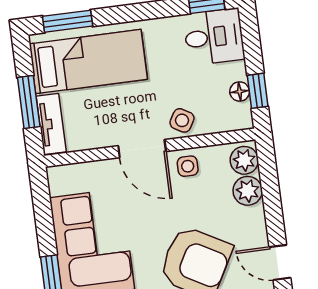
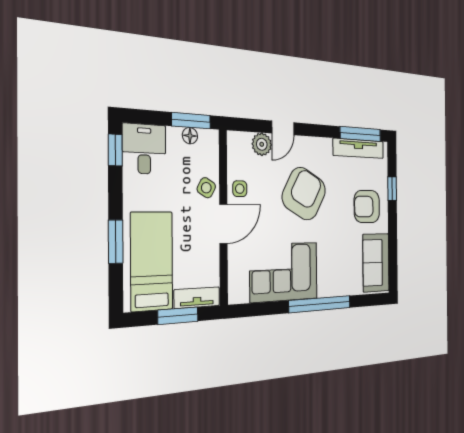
window: (68, 21) -> (116, 242), moved
window: (258, 91) -> (191, 121), width x1.50
plant: (244, 160) -> (240, 142), removed
door: (280, 262) -> (283, 128), moved

